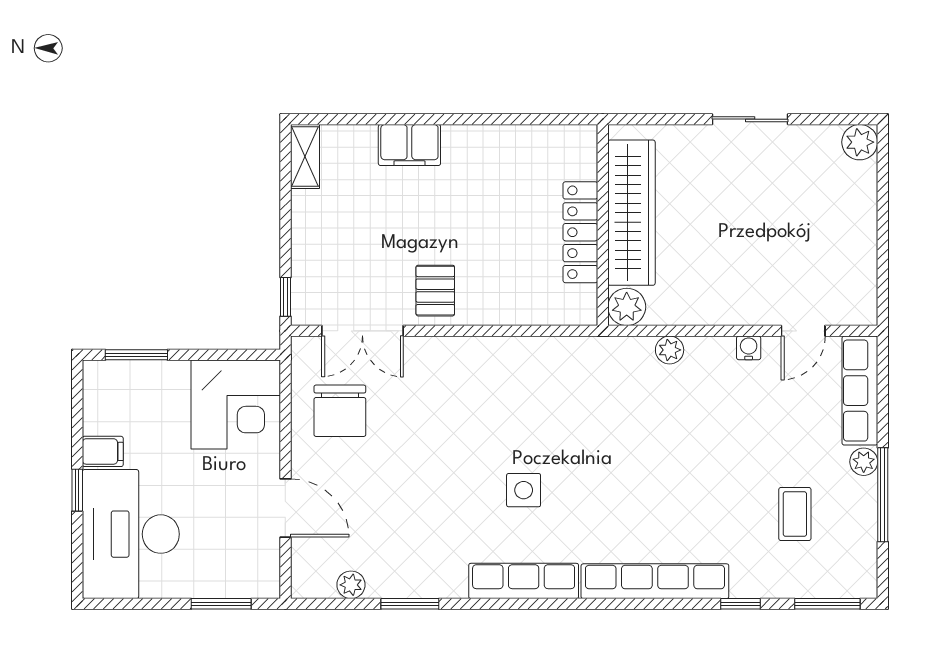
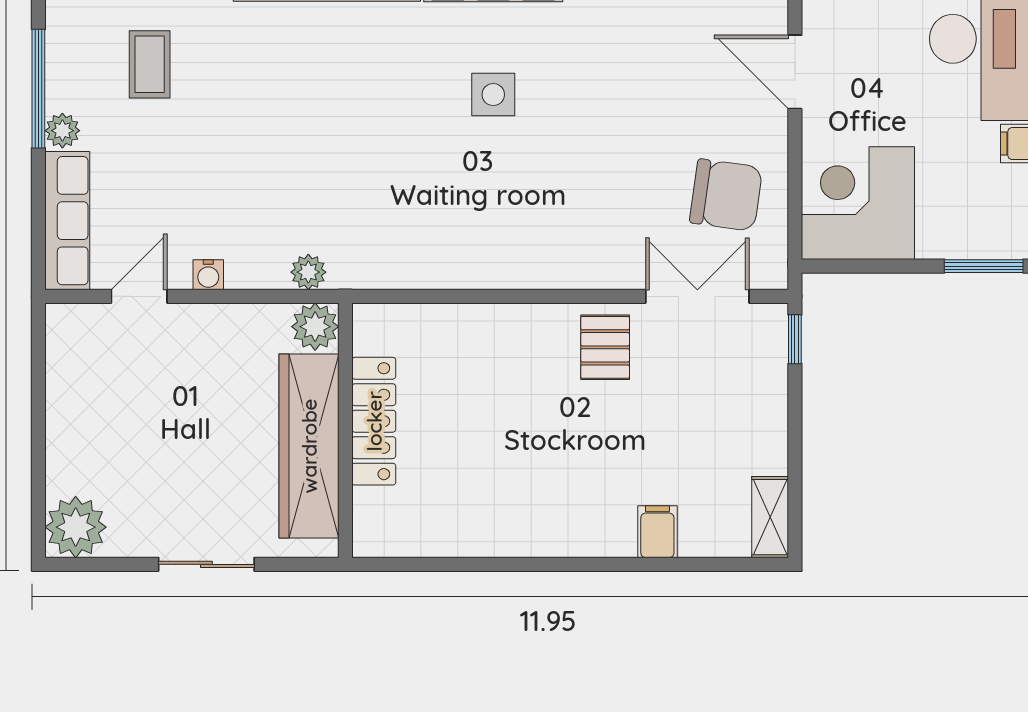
plant: (860, 142) -> (76, 527), width x1.36, depth x1.36
filing cabinet: (409, 145) -> (657, 532), width x0.50
wardrobe: (631, 213) -> (309, 446), moved
wall: (603, 225) -> (345, 430), moved
locker: (580, 232) -> (374, 421), moved
plant: (627, 307) -> (315, 327), moved
chair: (340, 411) -> (726, 195), turned 98

